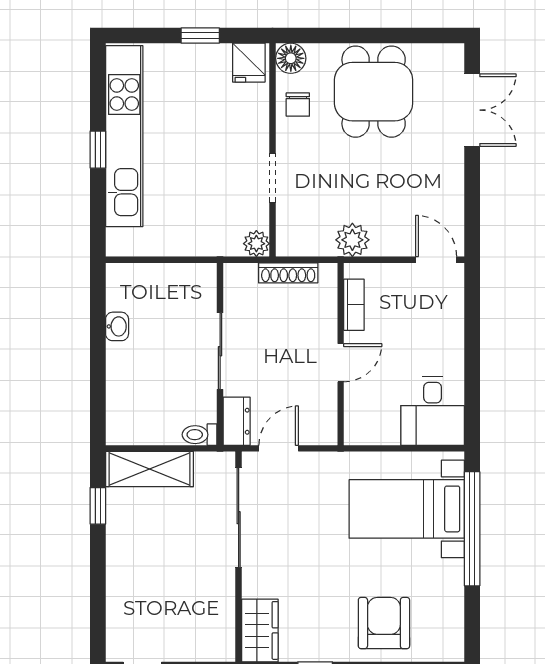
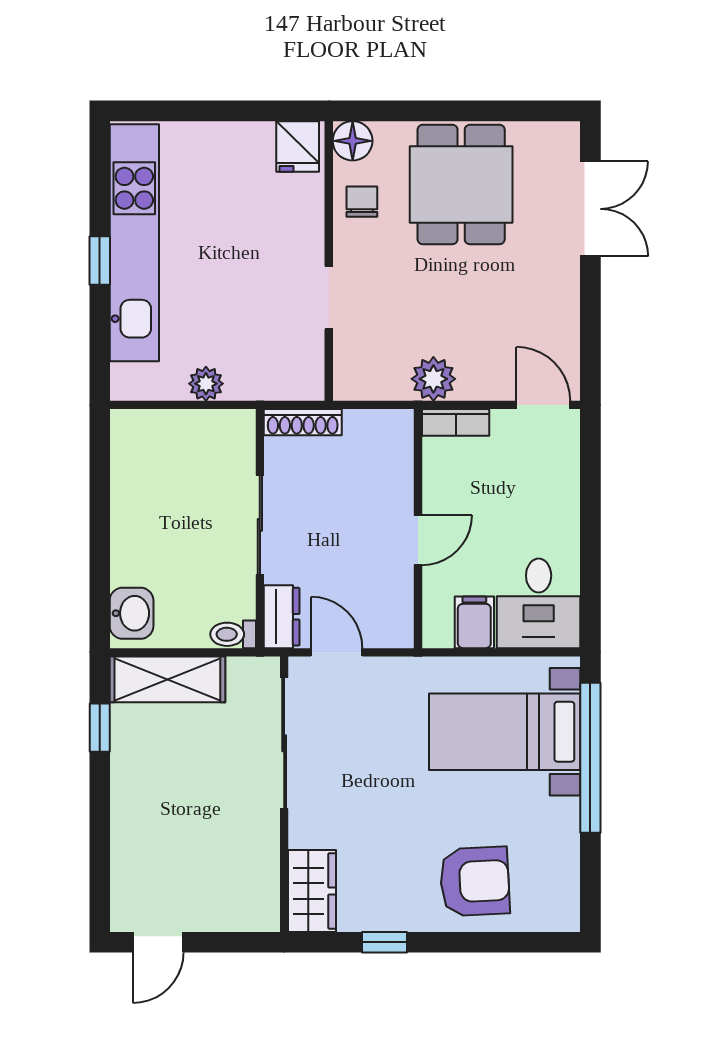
window: (200, 35) -> (234, 111), removed
chair: (298, 105) -> (362, 202), turned 180
plant: (256, 244) -> (206, 384), moved
shoe rack: (288, 273) -> (303, 422), moved
bookcase: (354, 305) -> (456, 422), moved, turned 90
washbasin: (117, 326) -> (132, 613), moved, width x1.38, depth x1.45
filing cabinet: (384, 426) -> (474, 622), added
door: (279, 448) -> (337, 652), hinge flipped
armchair: (384, 623) -> (475, 881), turned 87

